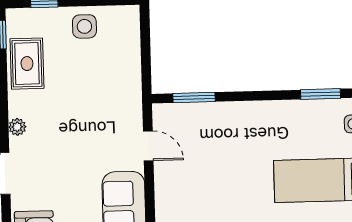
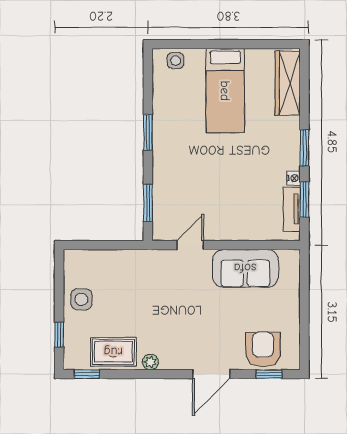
window: (321, 94) -> (148, 132), moved
plant: (17, 127) -> (150, 362), moved

